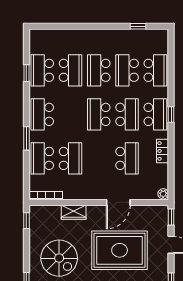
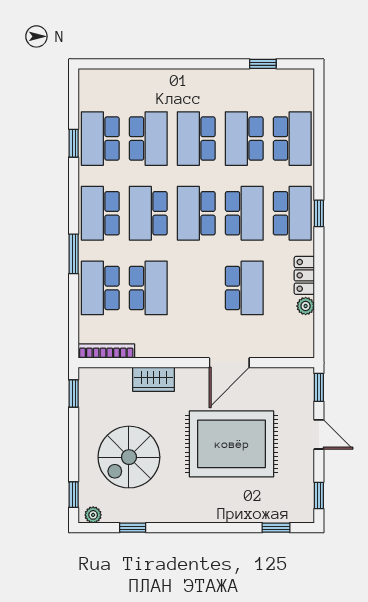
school desk: (70, 114) -> (148, 213), added
plant: (163, 194) -> (306, 306), moved
spiral stairs: (59, 258) -> (129, 457), turned 90

